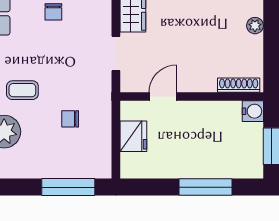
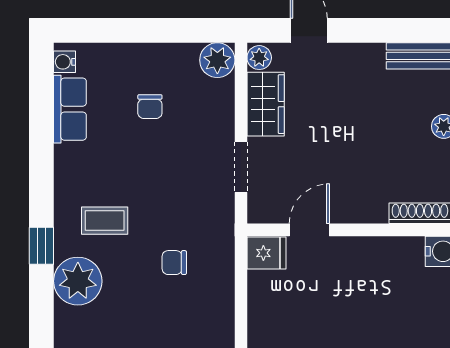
fridge: (133, 136) -> (266, 253), moved, width x0.72

